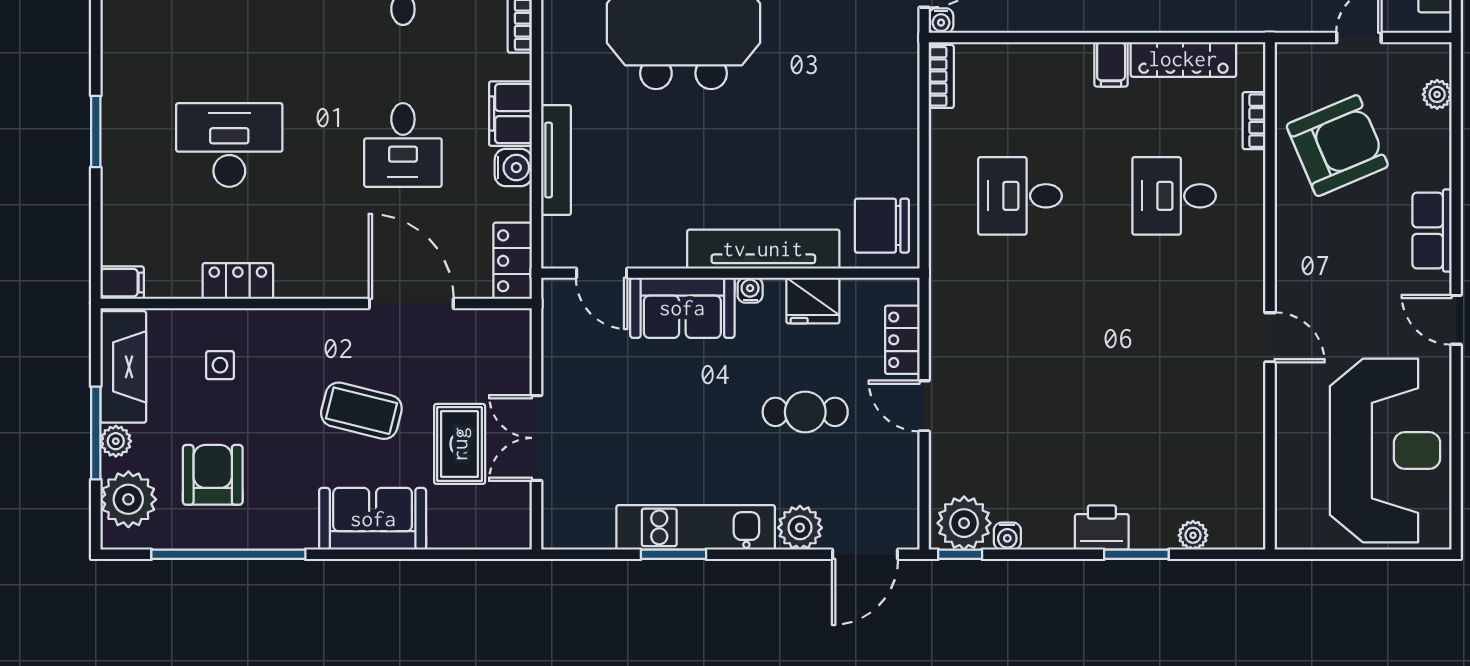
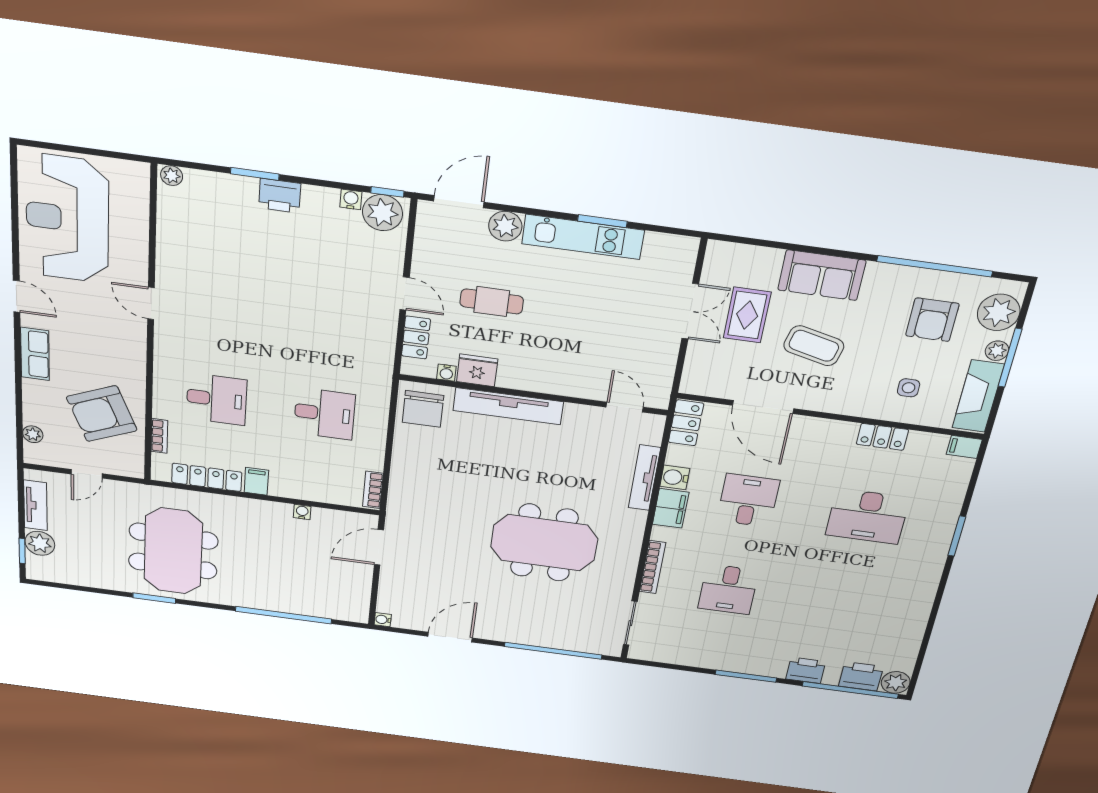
water cooler: (941, 21) -> (302, 512), moved
chair: (882, 226) -> (423, 409), turned 90
water cooler: (750, 290) -> (446, 373), moved
sofa: (682, 308) -> (571, 378), removed
plant: (1193, 535) -> (172, 176), moved

